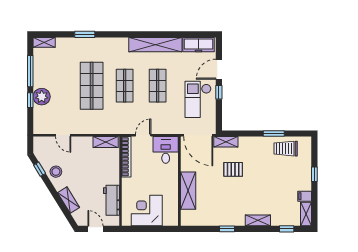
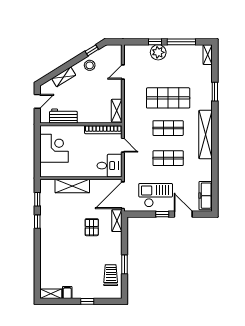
shelving: (155, 45) -> (206, 135), moved
shelving: (258, 220) -> (45, 250), removed
window: (287, 229) -> (37, 199), moved

